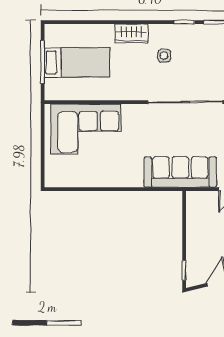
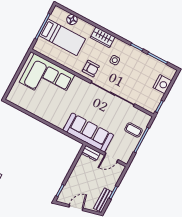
floor lamp: (77, 32) -> (72, 20), added
armchair: (138, 84) -> (91, 69), added
dresser: (199, 198) -> (91, 153), added

